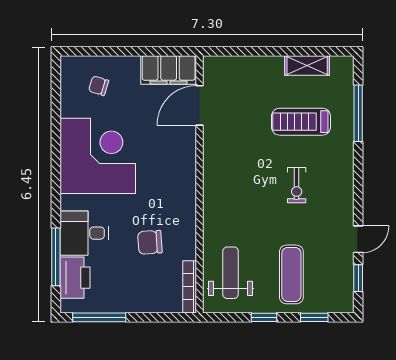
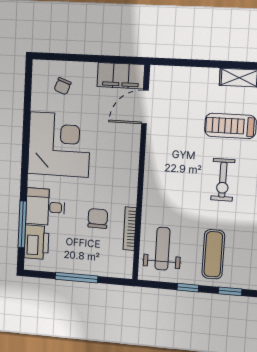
chair: (99, 86) -> (63, 86), turned -87
exercise bike: (297, 185) -> (223, 180), width x1.38, depth x1.39
chair: (150, 242) -> (98, 218), turned 94
bookcase: (190, 287) -> (130, 229), moved
window: (99, 317) -> (76, 278), moved

